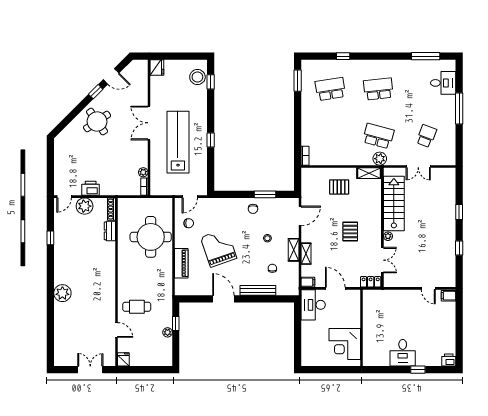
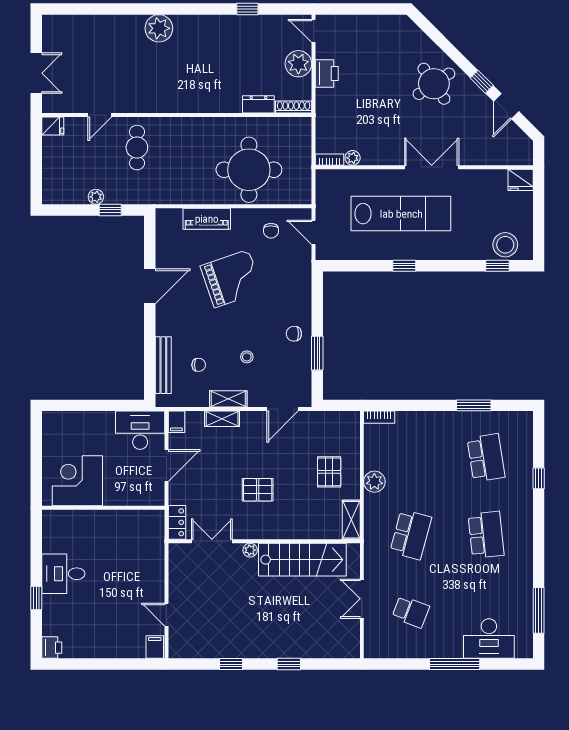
window: (298, 81) -> (474, 405), moved
desk: (443, 83) -> (489, 639), width x1.37
plant: (380, 159) -> (374, 482), moved
door: (300, 216) -> (283, 409), hinge flipped
double door: (382, 260) -> (212, 541), swing flipped
door: (428, 288) -> (166, 615), hinge flipped
bench: (258, 290) -> (163, 365), moved

